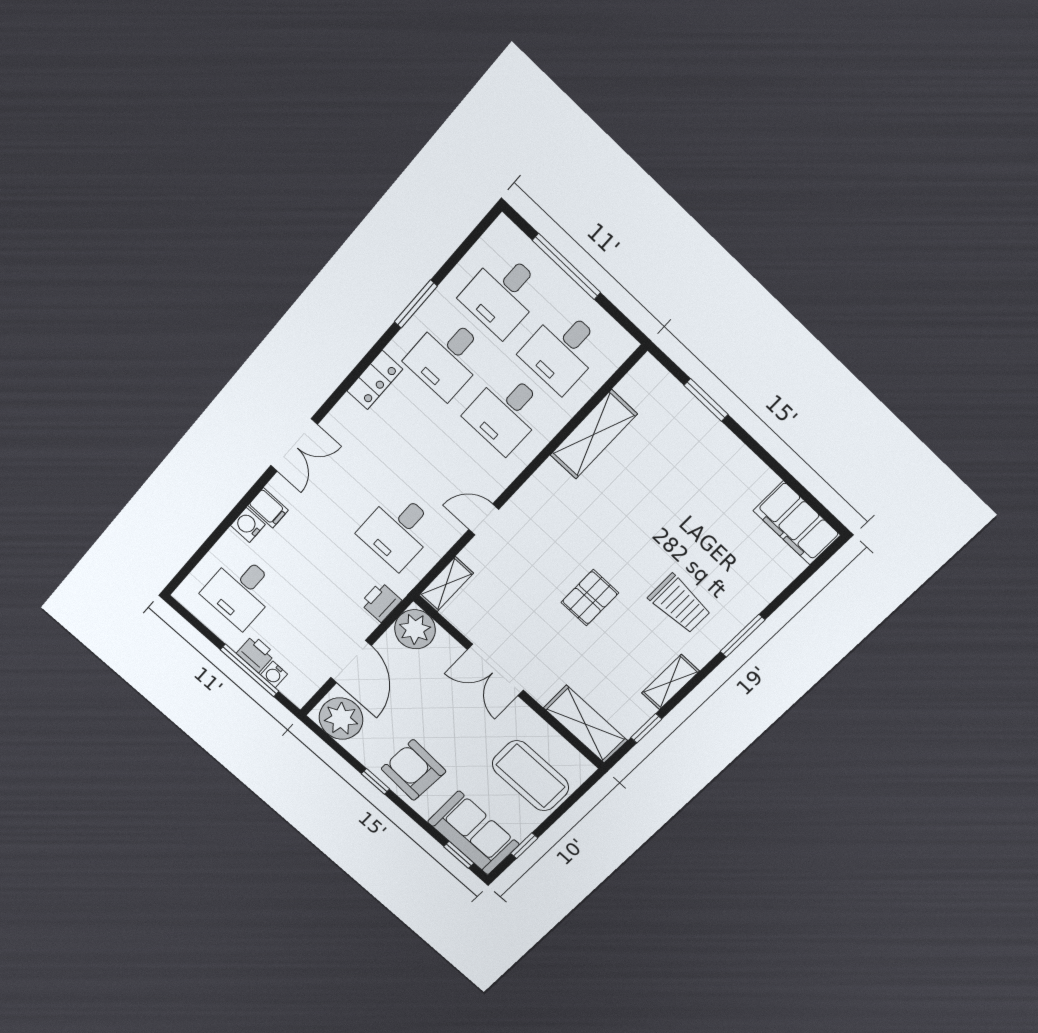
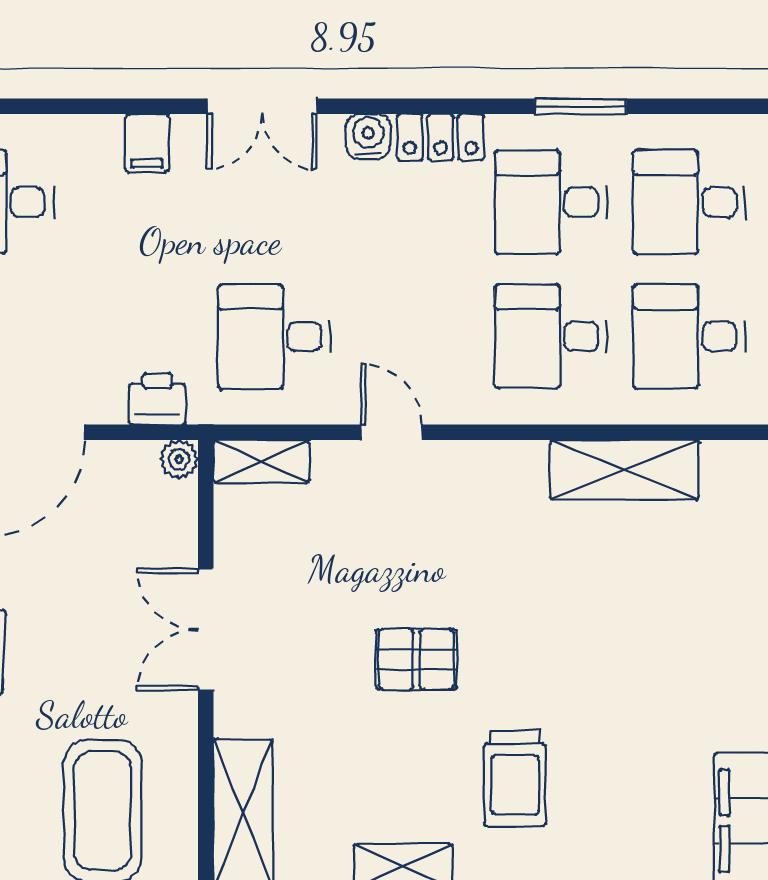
water cooler: (248, 525) -> (368, 136), moved
plant: (415, 629) -> (179, 459), width x0.53, depth x0.53

